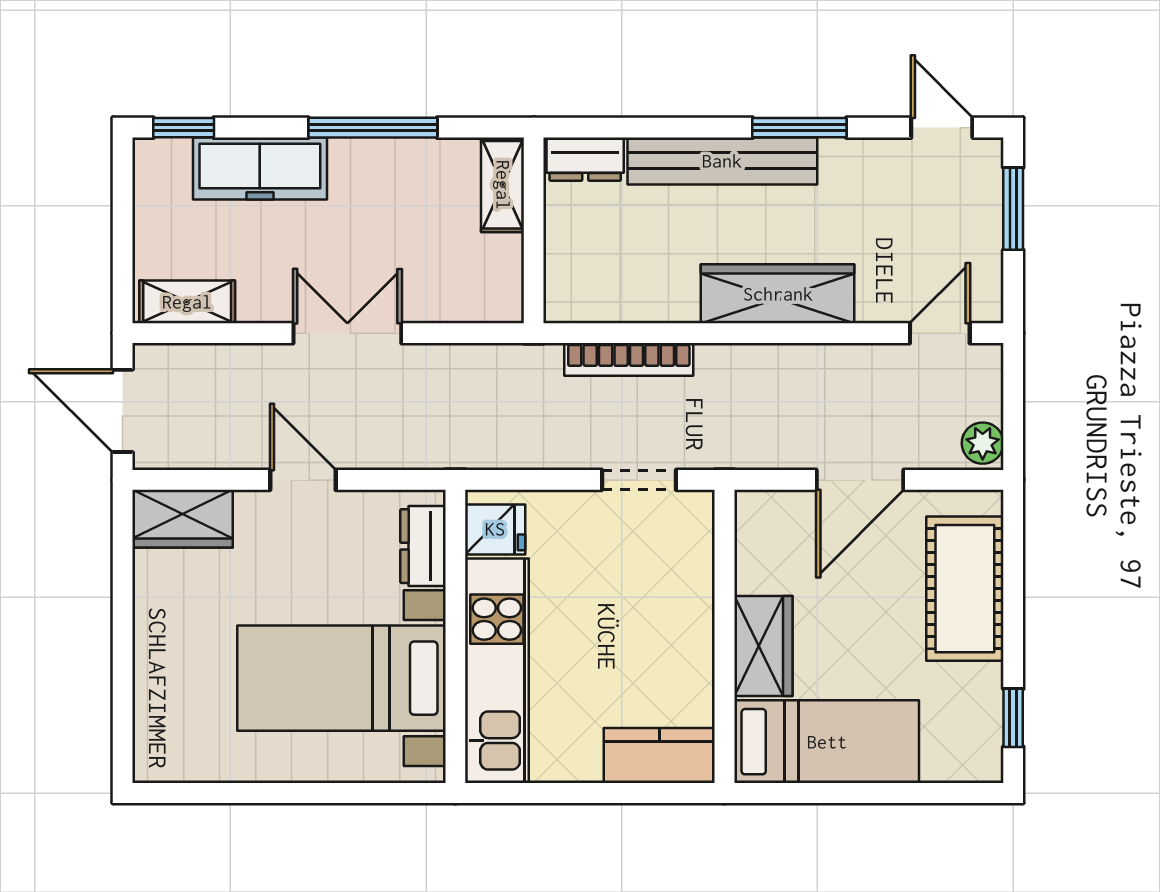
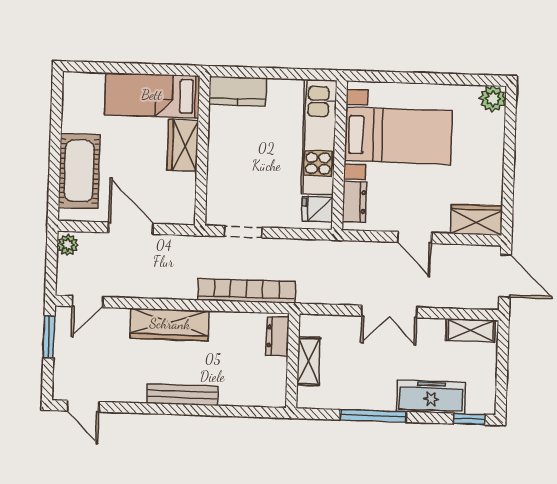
window: (799, 128) -> (156, 409), removed
dresser: (585, 159) -> (277, 336), moved, turned -90
bench: (722, 161) -> (182, 395), width x0.73, depth x0.82
shelving: (503, 185) -> (309, 361), moved
window: (1013, 209) -> (49, 337), moved
bookcase: (629, 359) -> (247, 291), width x1.48, depth x1.31
door: (860, 480) -> (131, 228), hinge flipped
window: (1013, 718) -> (57, 104), removed
plant: (158, 757) -> (493, 99), added

